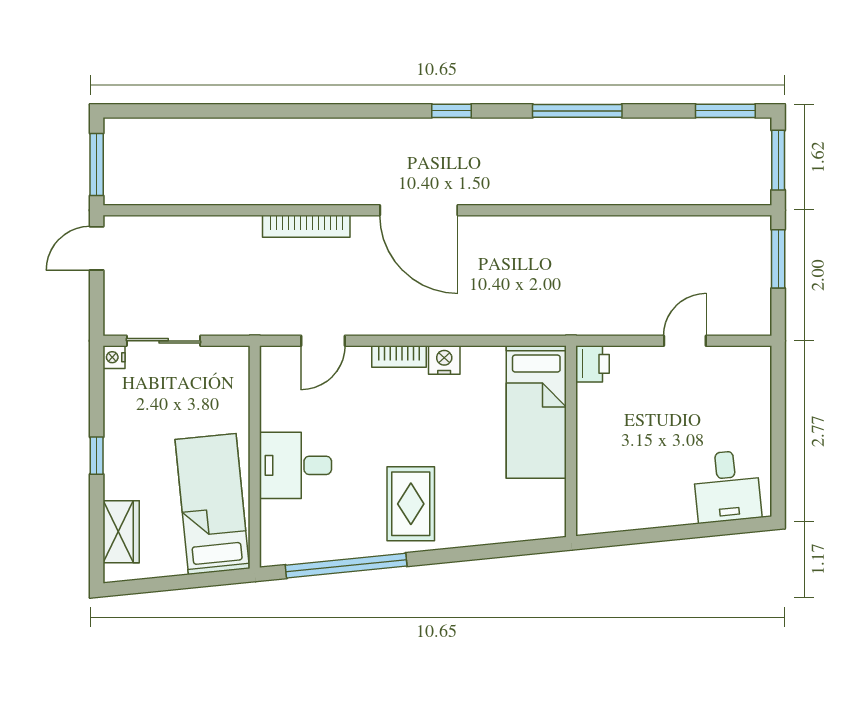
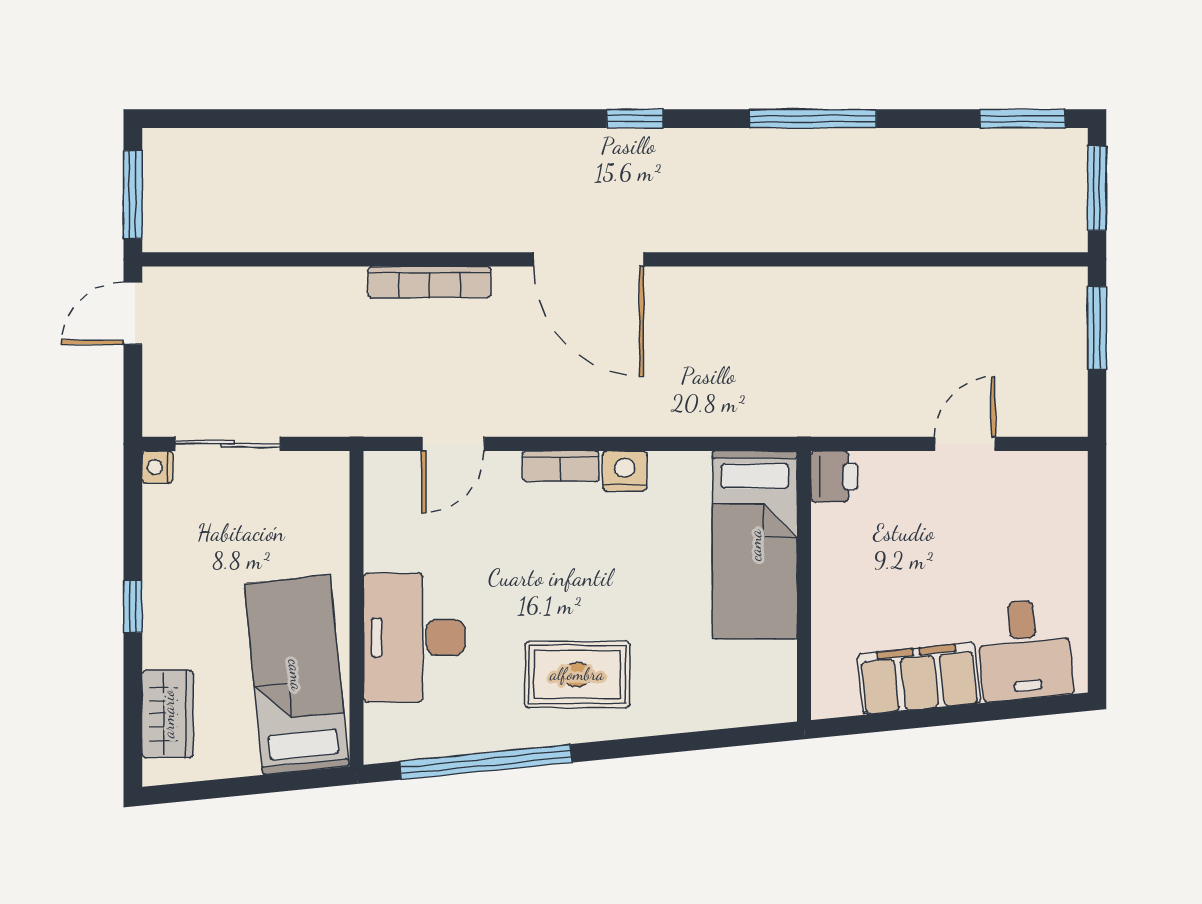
desk: (295, 465) -> (414, 638), width x1.37
rug: (411, 504) -> (577, 674), turned 90
filing cabinet: (652, 507) -> (919, 679), added

